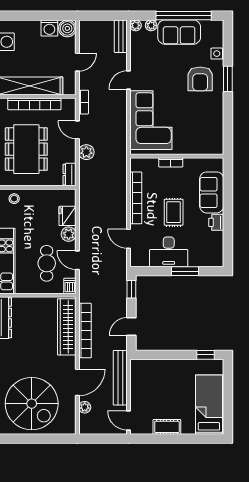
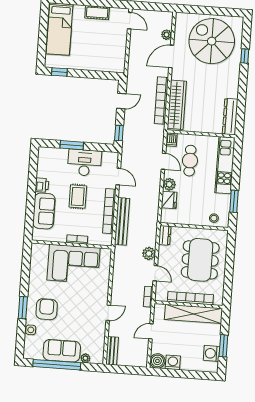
plant: (135, 25) -> (99, 359), removed
corner sofa: (151, 120) -> (73, 264), moved, turned -90
bench: (120, 378) -> (122, 221), moved

